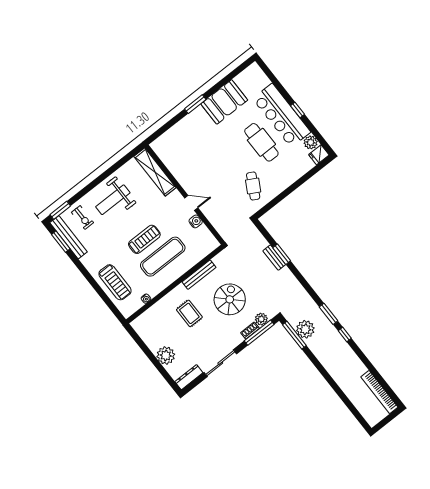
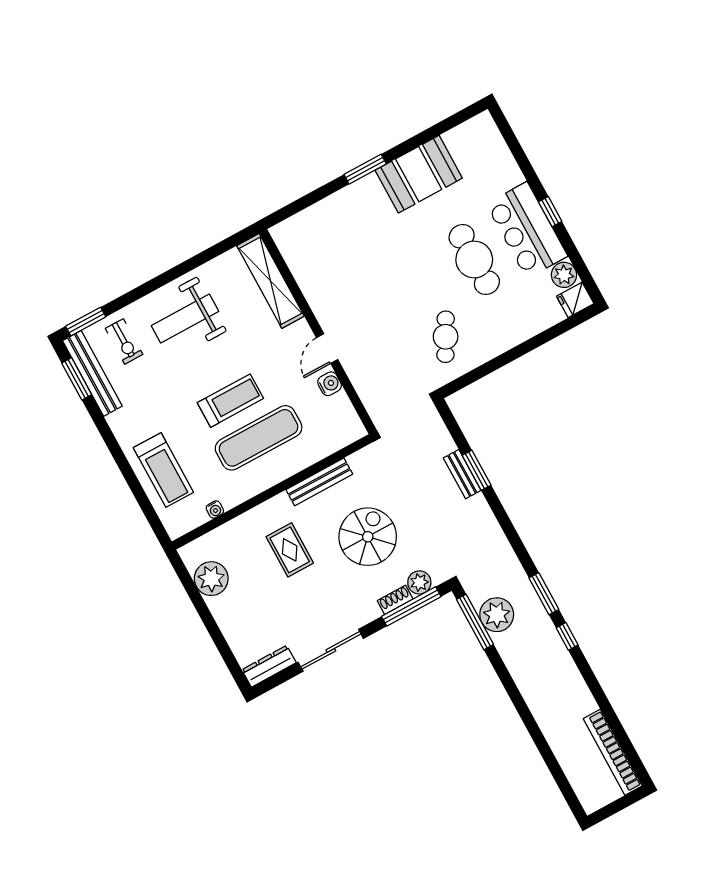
bar counter: (282, 115) -> (527, 230), width x0.73
door: (191, 203) -> (327, 349), swing flipped
plant: (166, 355) -> (211, 579), moved

